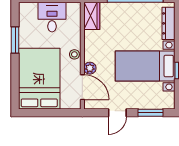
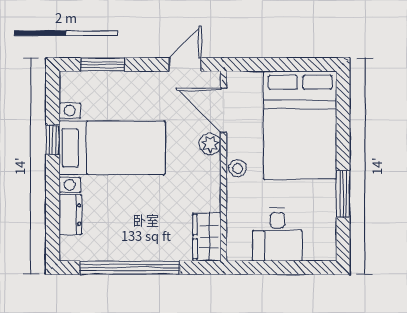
dresser: (169, 23) -> (70, 215), width x0.70
door: (117, 113) -> (185, 65), moved

